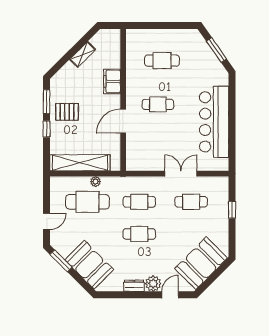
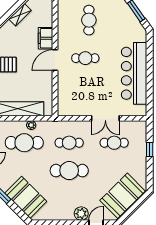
cafe table: (162, 61) -> (89, 20), turned 90
door: (123, 121) -> (55, 60), moved
double door: (181, 174) -> (105, 118), swing flipped
cafe table: (139, 234) -> (69, 171), width x1.37, depth x1.35
dresser: (134, 286) -> (65, 216), removed

